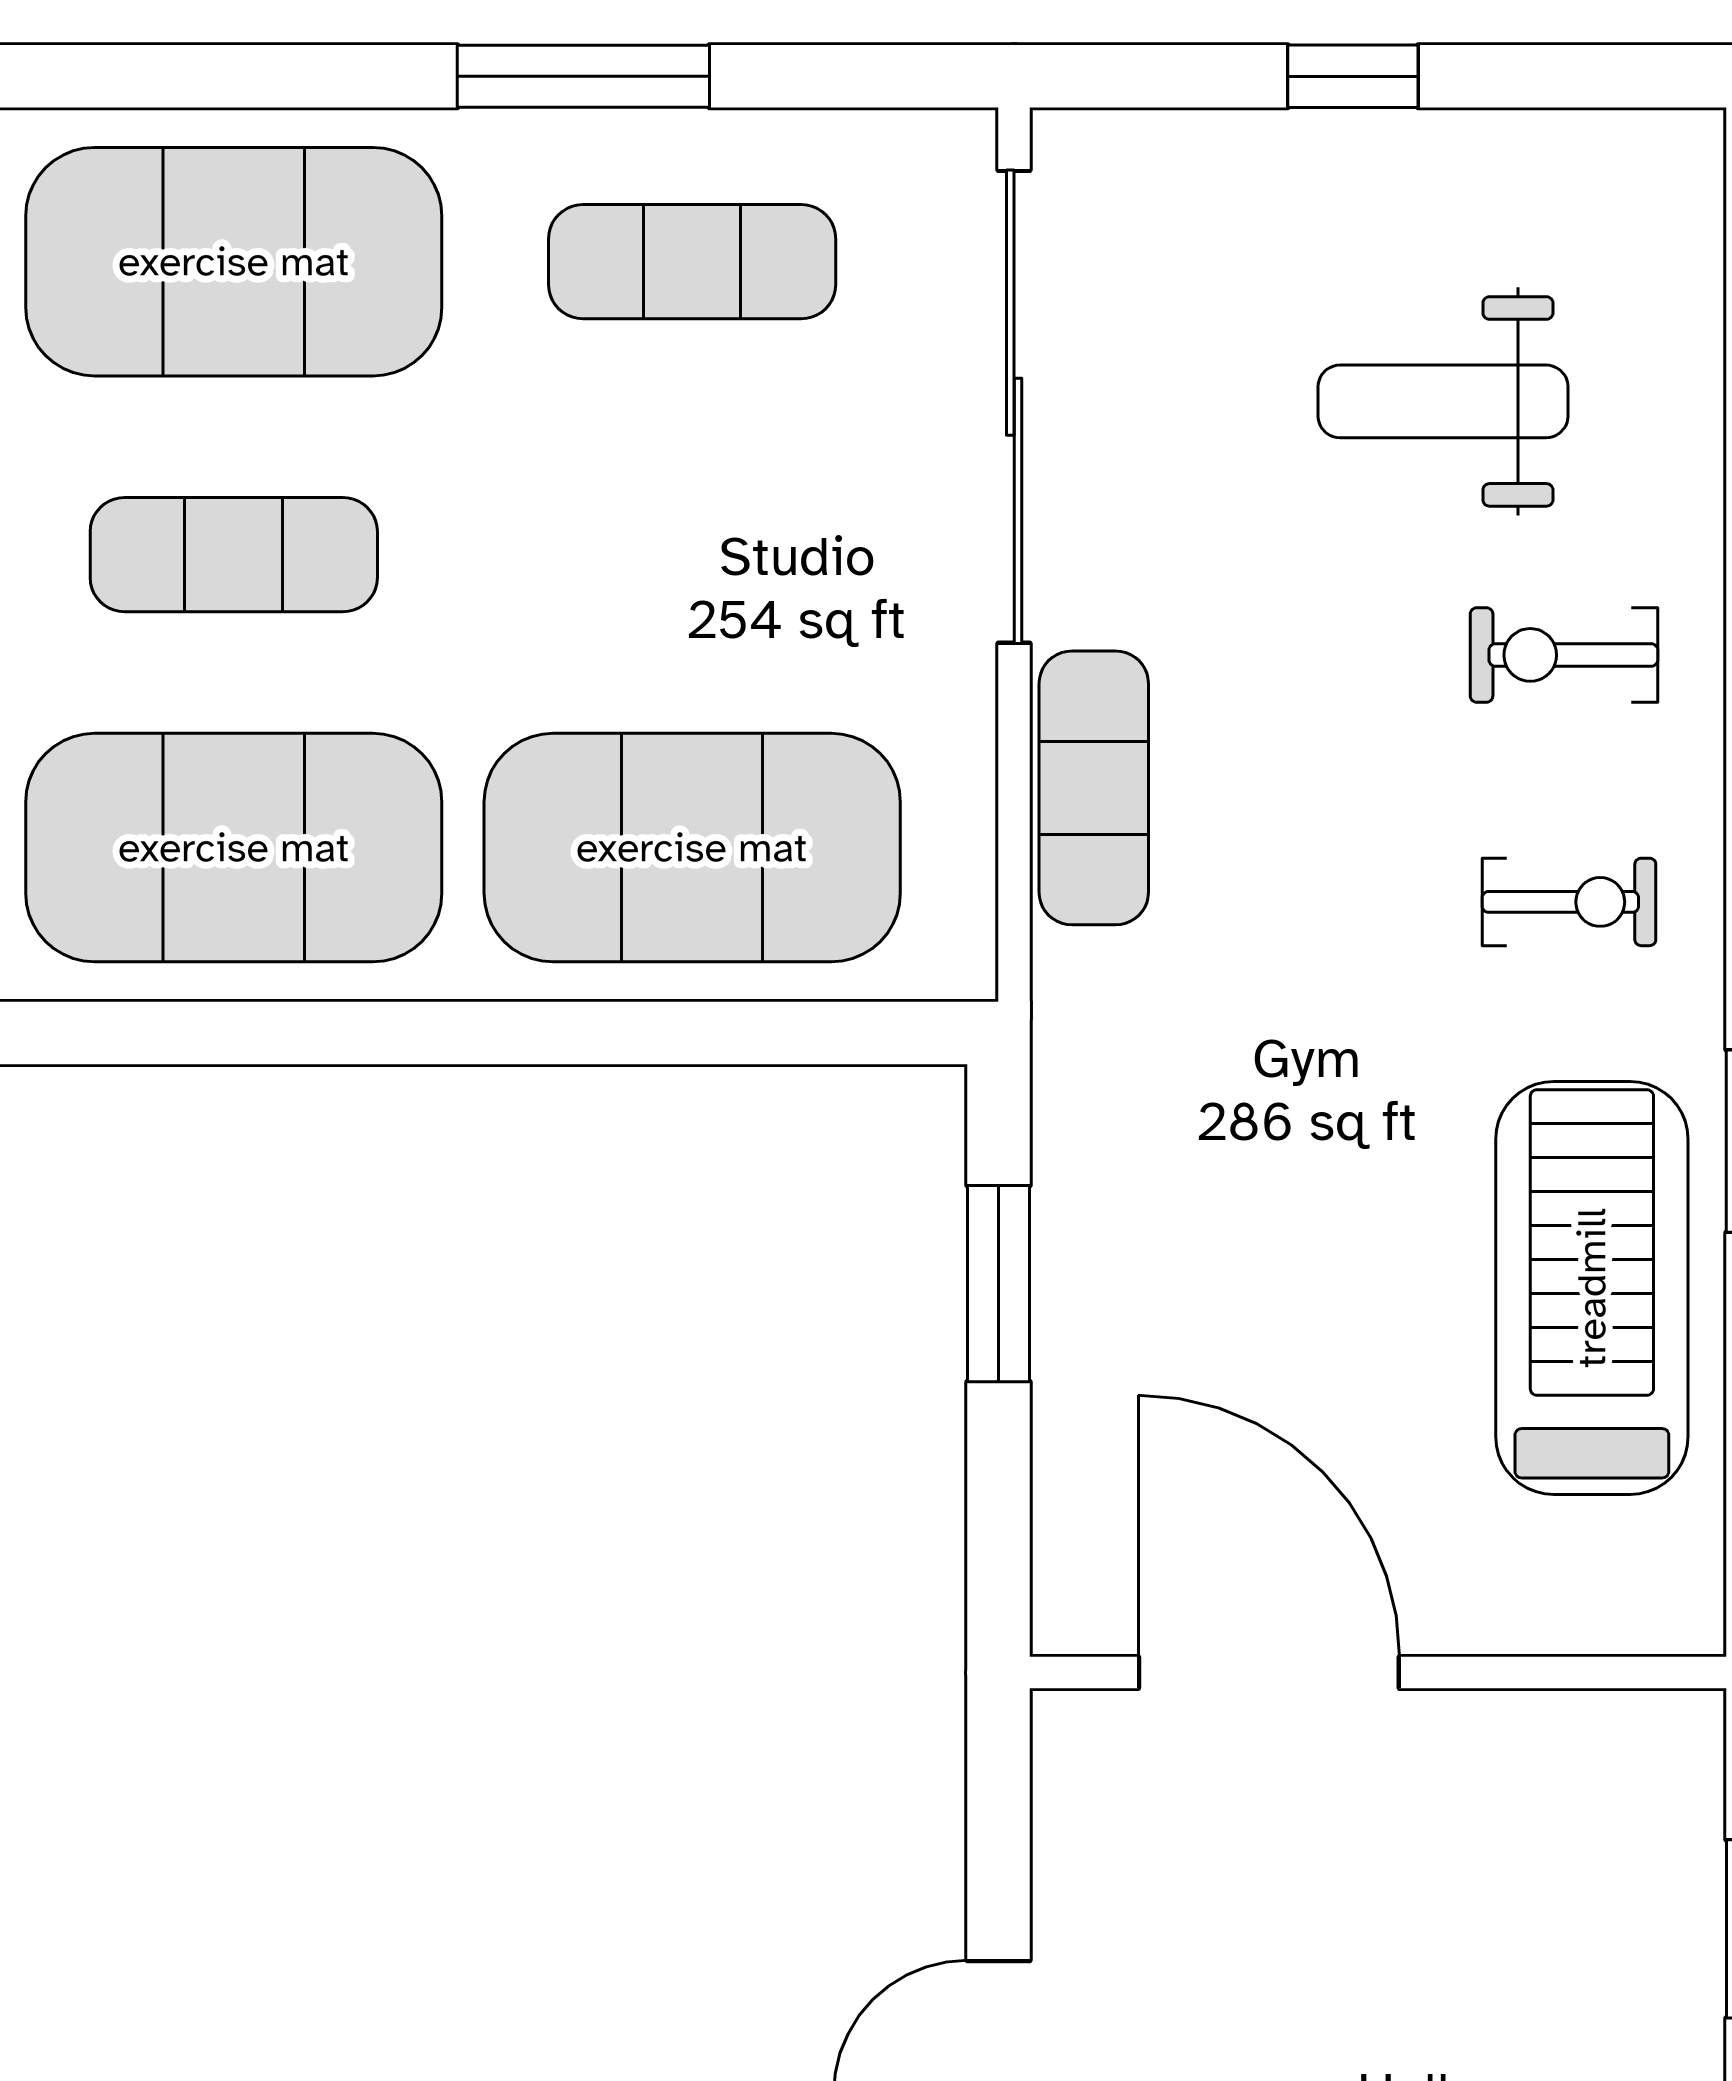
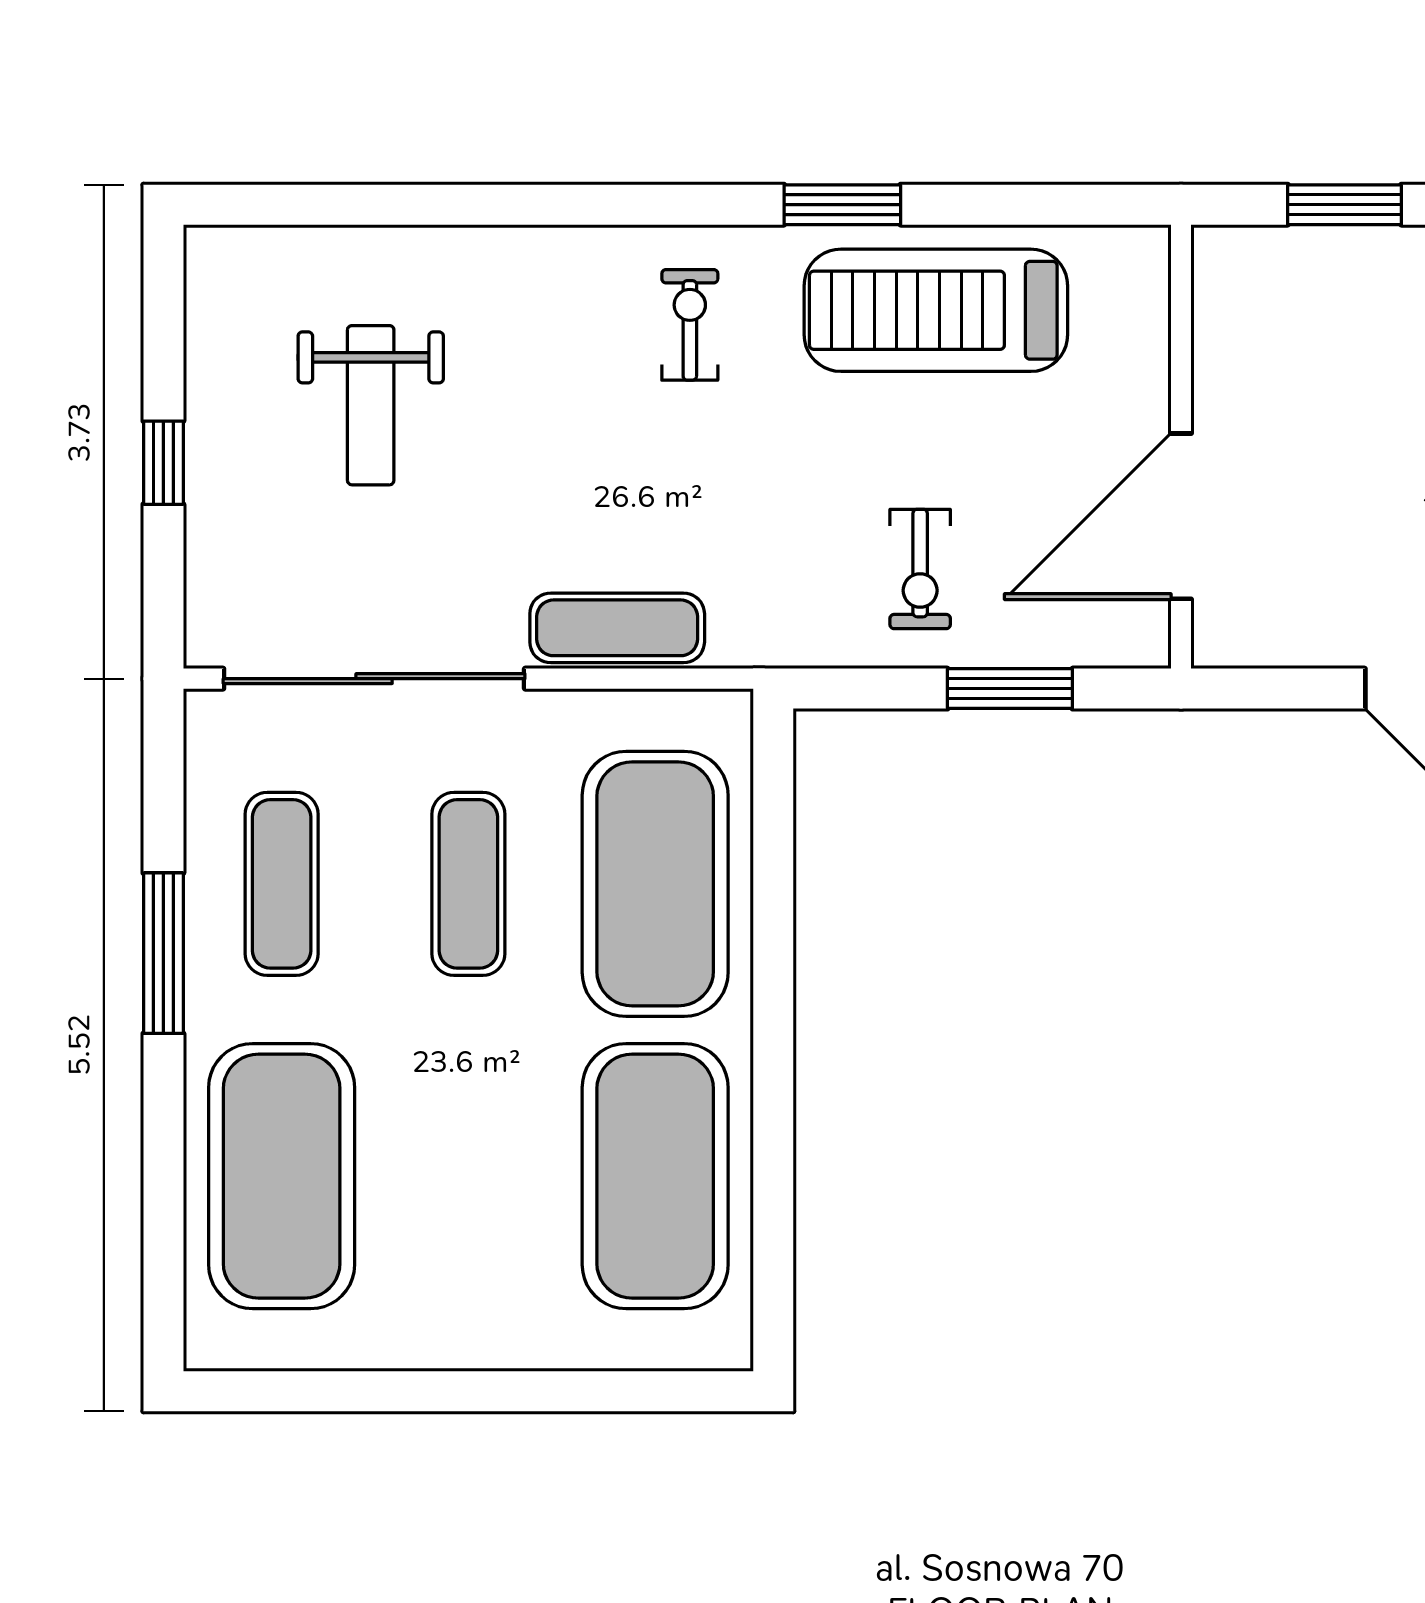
exercise mat: (234, 555) -> (468, 884), moved
exercise bike: (1564, 655) -> (920, 569), moved
window: (998, 1284) -> (1010, 689), moved

